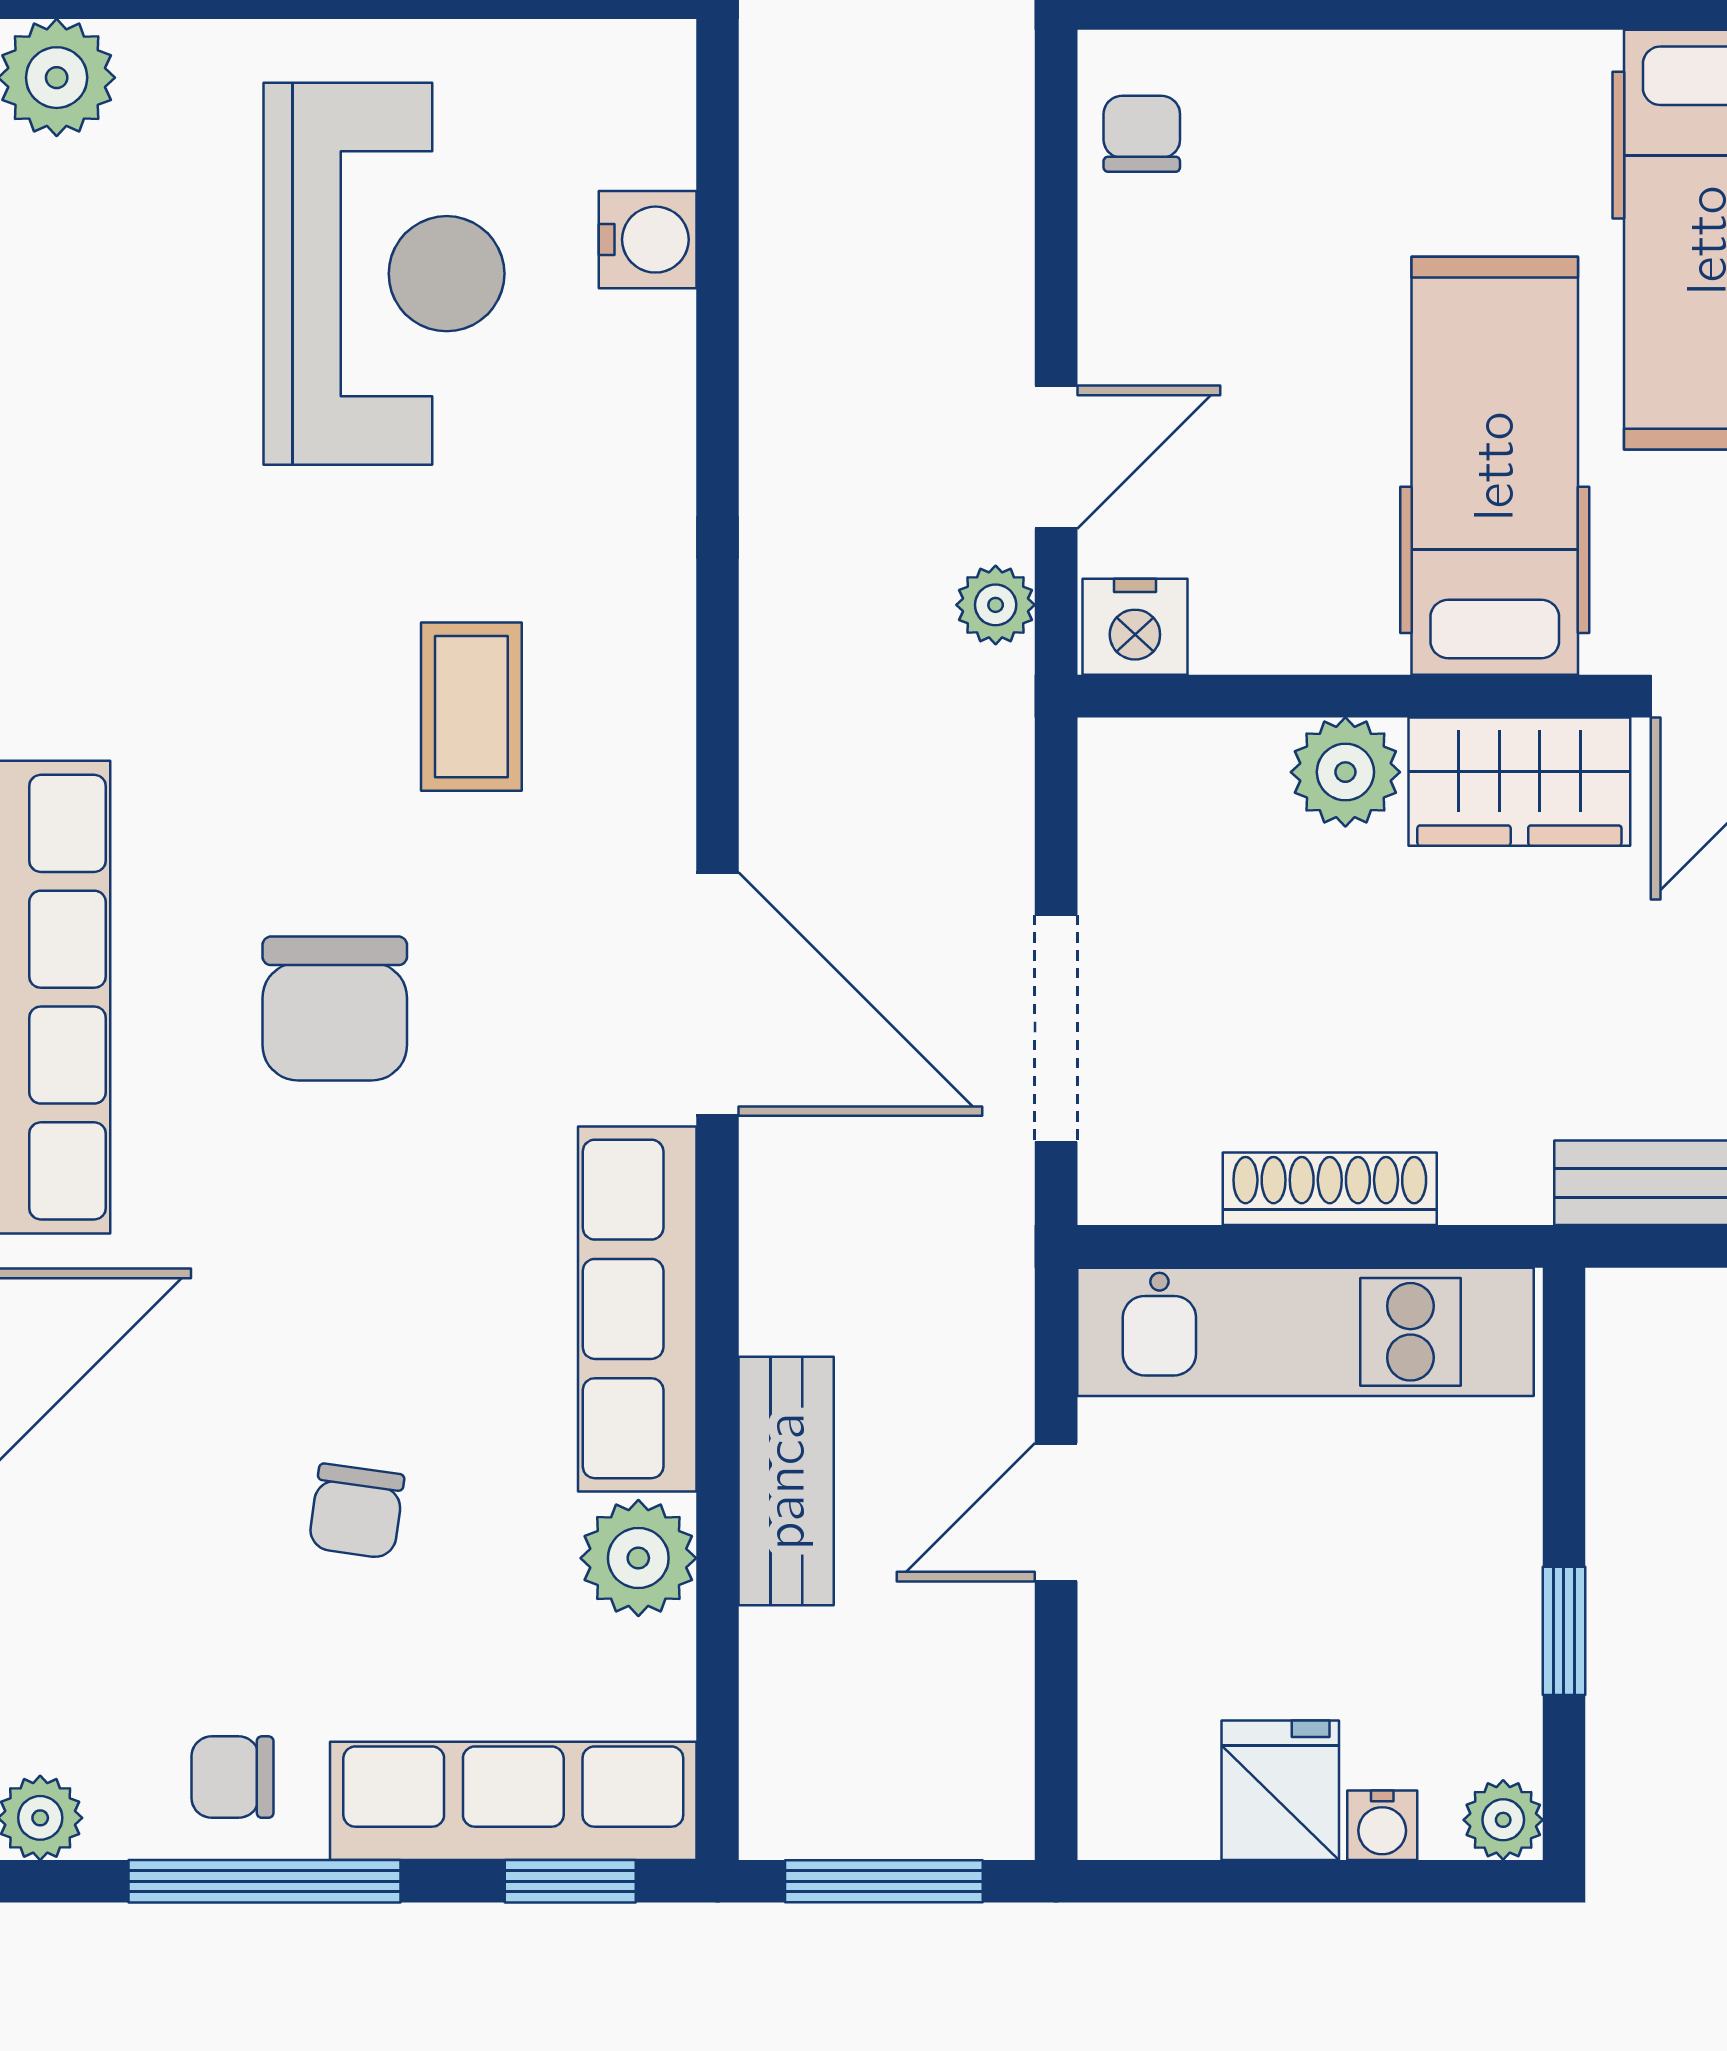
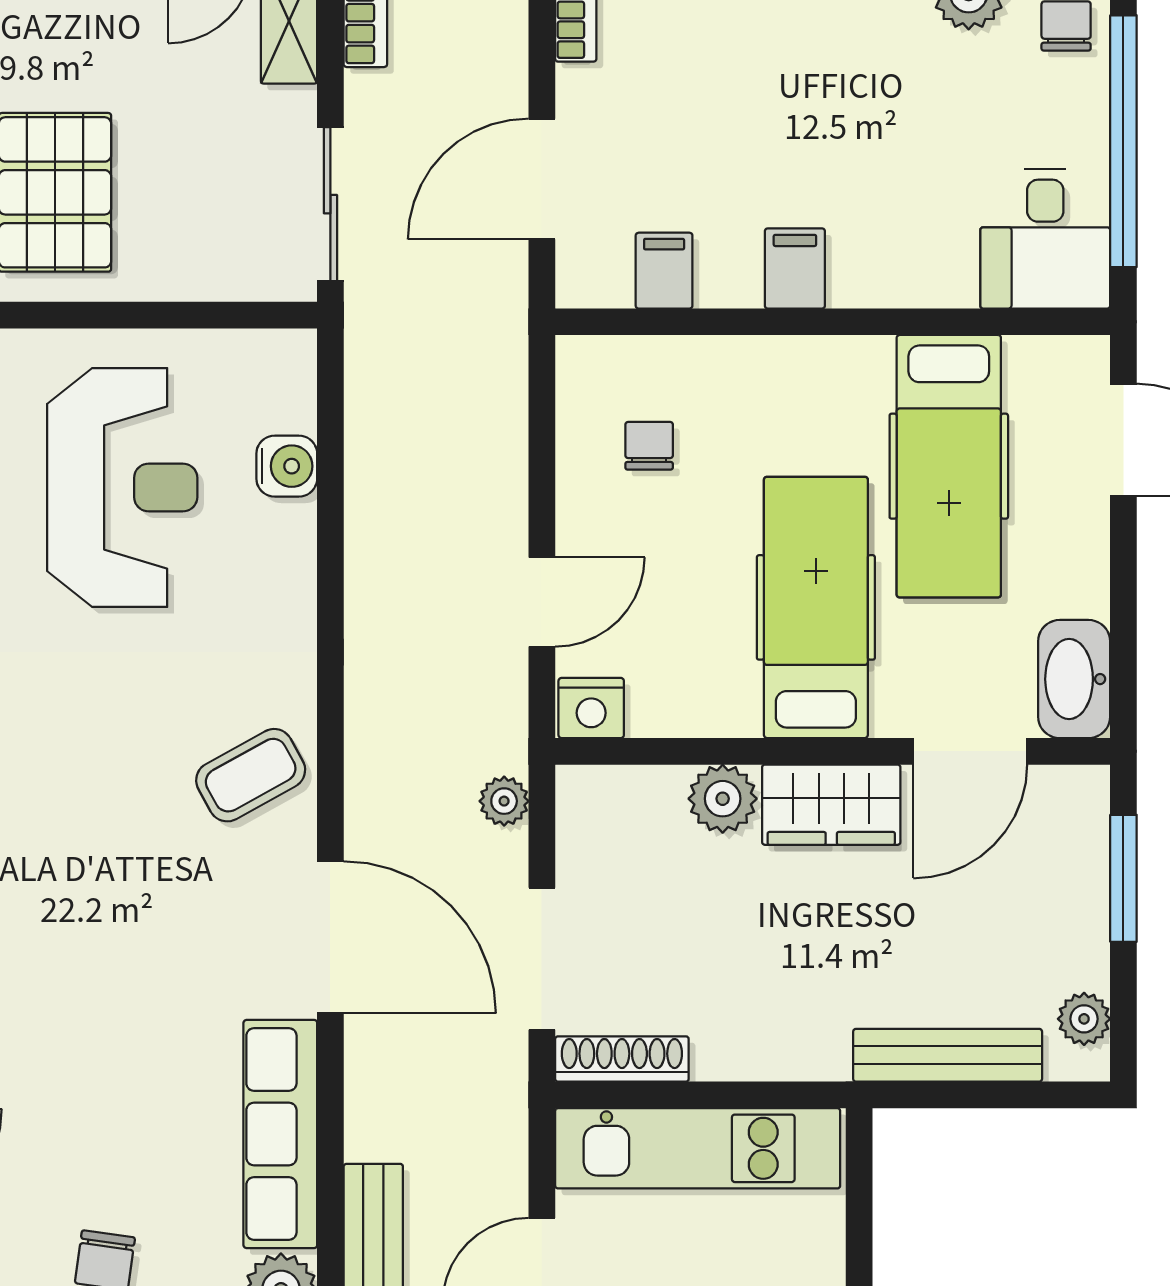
chair: (1142, 134) -> (649, 446), moved
plant: (996, 605) -> (504, 801), moved
coffee table: (471, 707) -> (251, 775), moved, turned 61
chair: (335, 1009) -> (91, 946), removed
shoe rack: (1330, 1189) -> (622, 1059), moved

